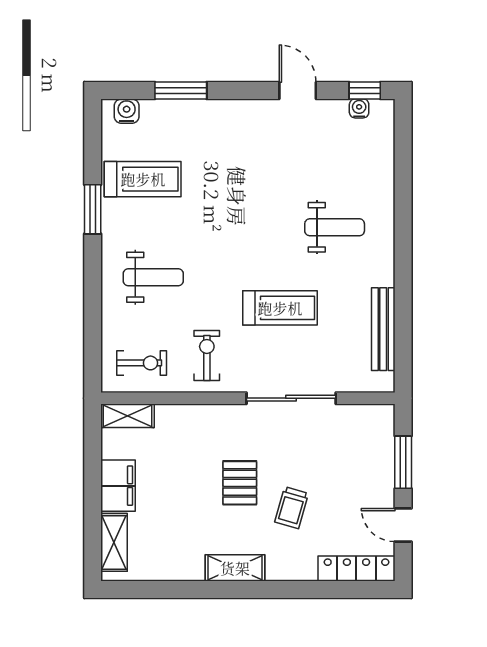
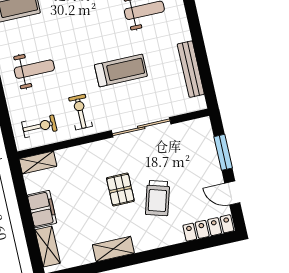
trolley: (292, 508) -> (158, 198), width x1.36, depth x1.39
shelving: (235, 568) -> (113, 249), moved

